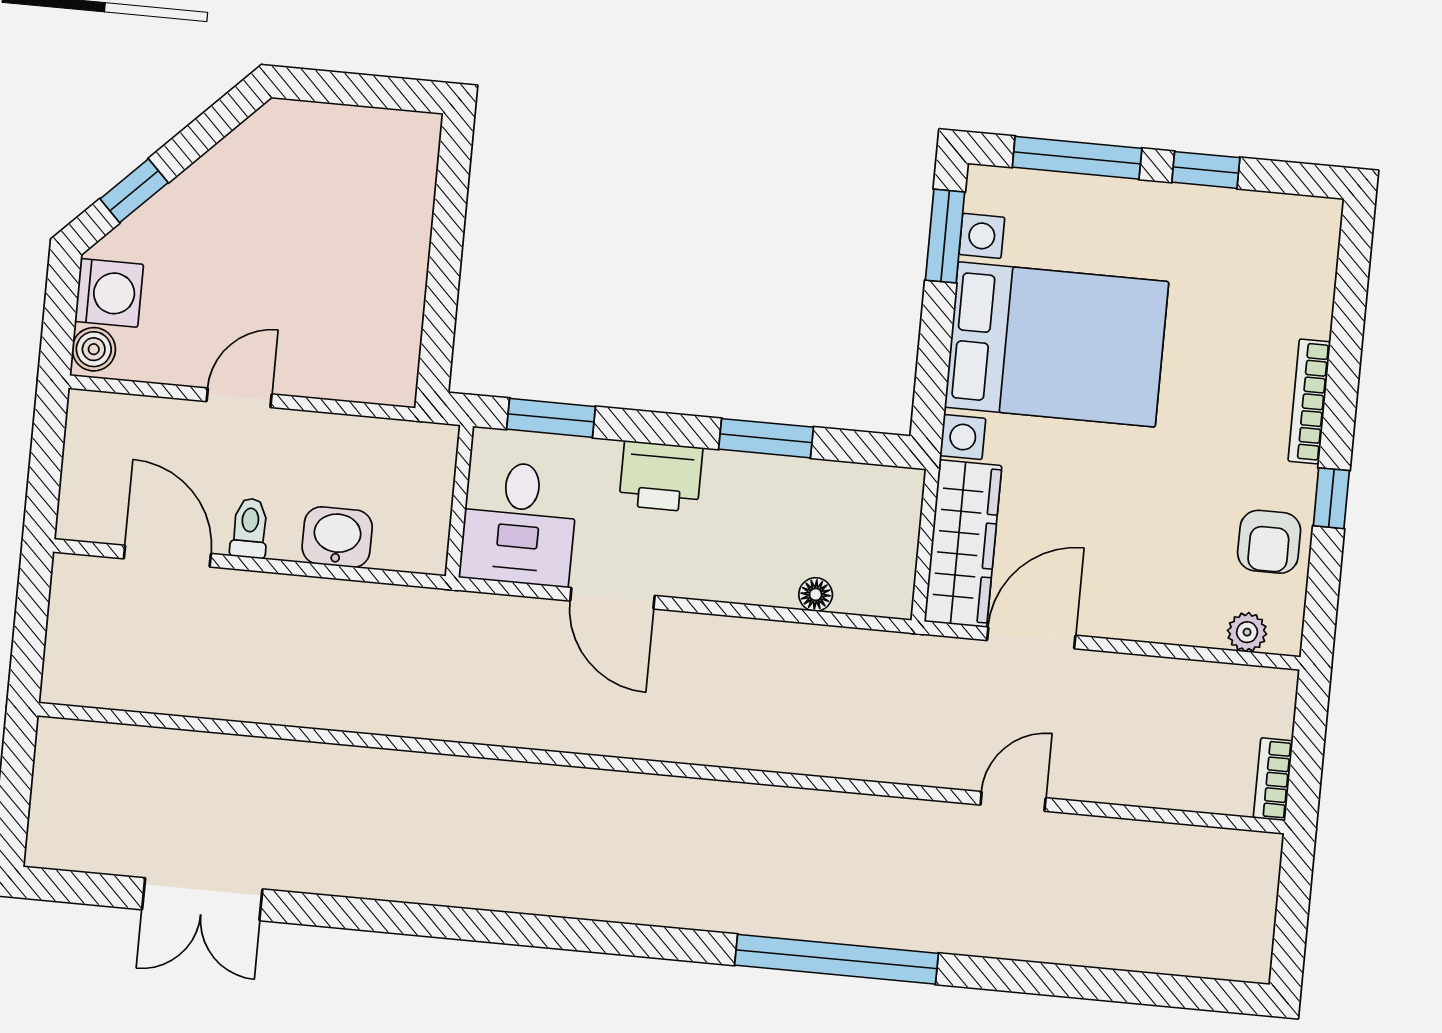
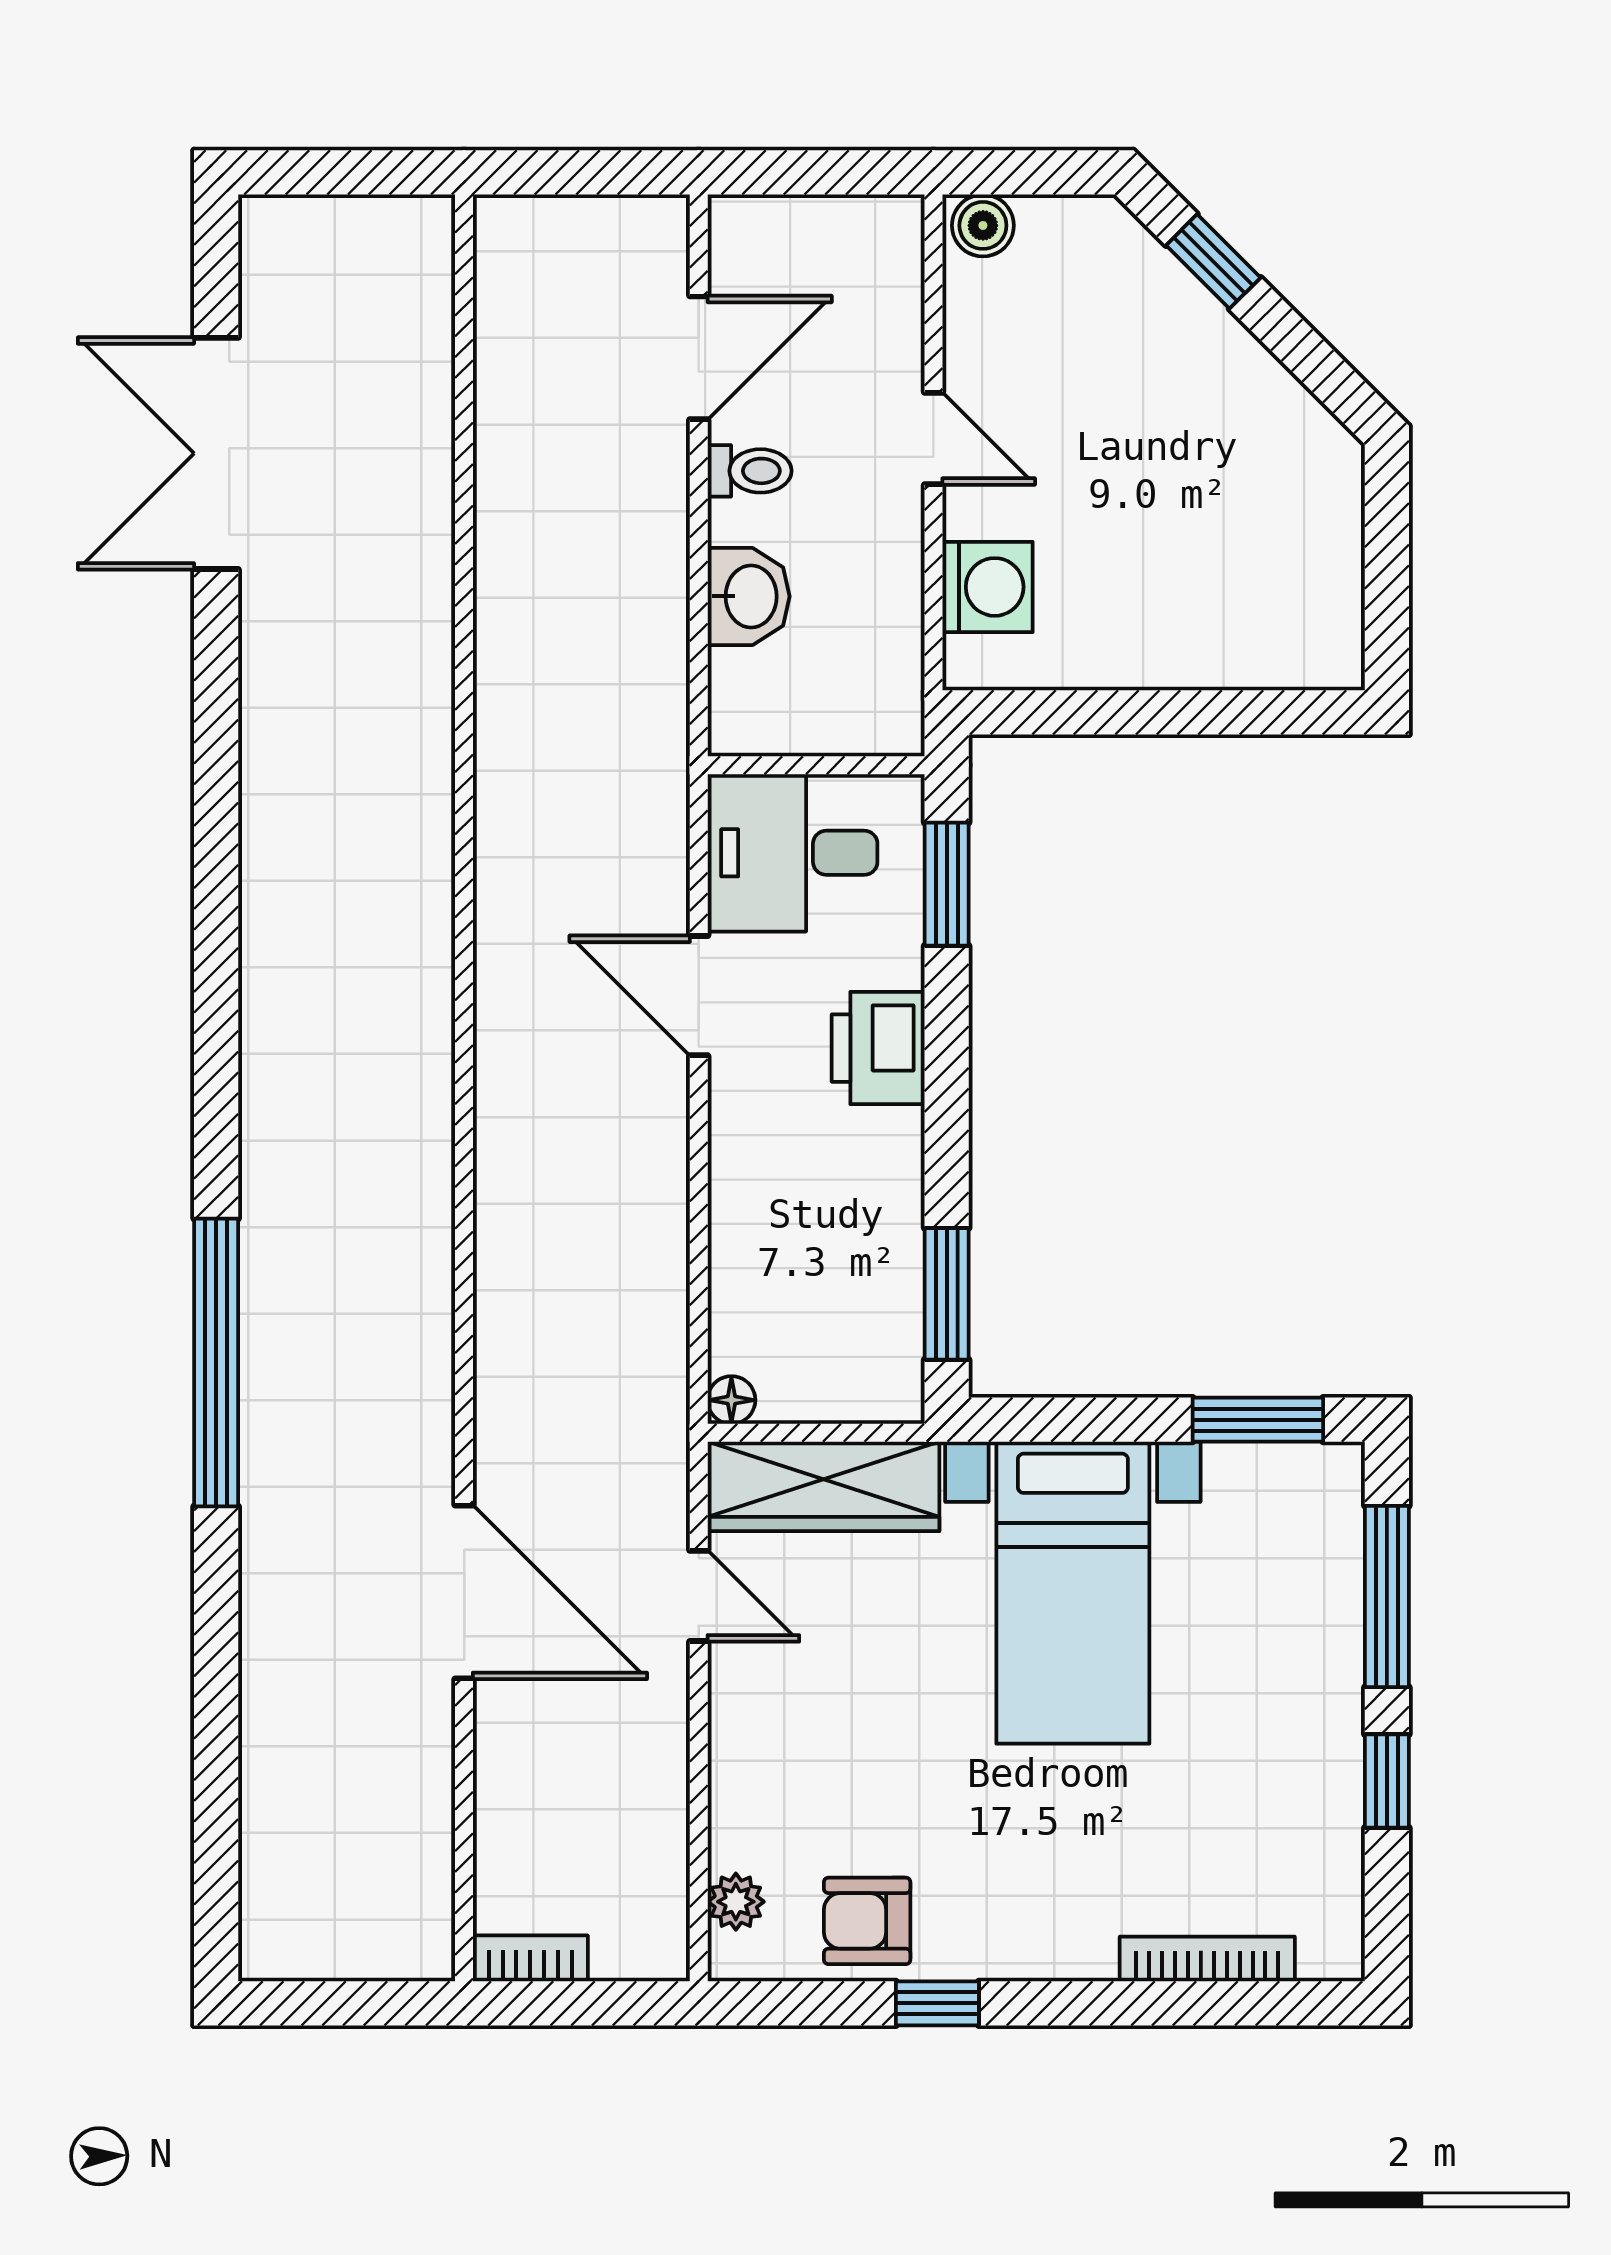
washing machine: (109, 293) -> (987, 587), moved, turned -90
bed with nightstands: (1057, 344) -> (1073, 1593), width x0.73
bookcase: (1309, 401) -> (1207, 1959), moved
window: (766, 438) -> (947, 1294), moved
floor lamp: (816, 594) -> (731, 1400), moved
door: (612, 598) -> (699, 996), hinge flipped
door: (1031, 638) -> (699, 1596), width x0.73
door: (1013, 801) -> (464, 1592), width x1.87
double door: (202, 899) -> (216, 453), width x1.37

